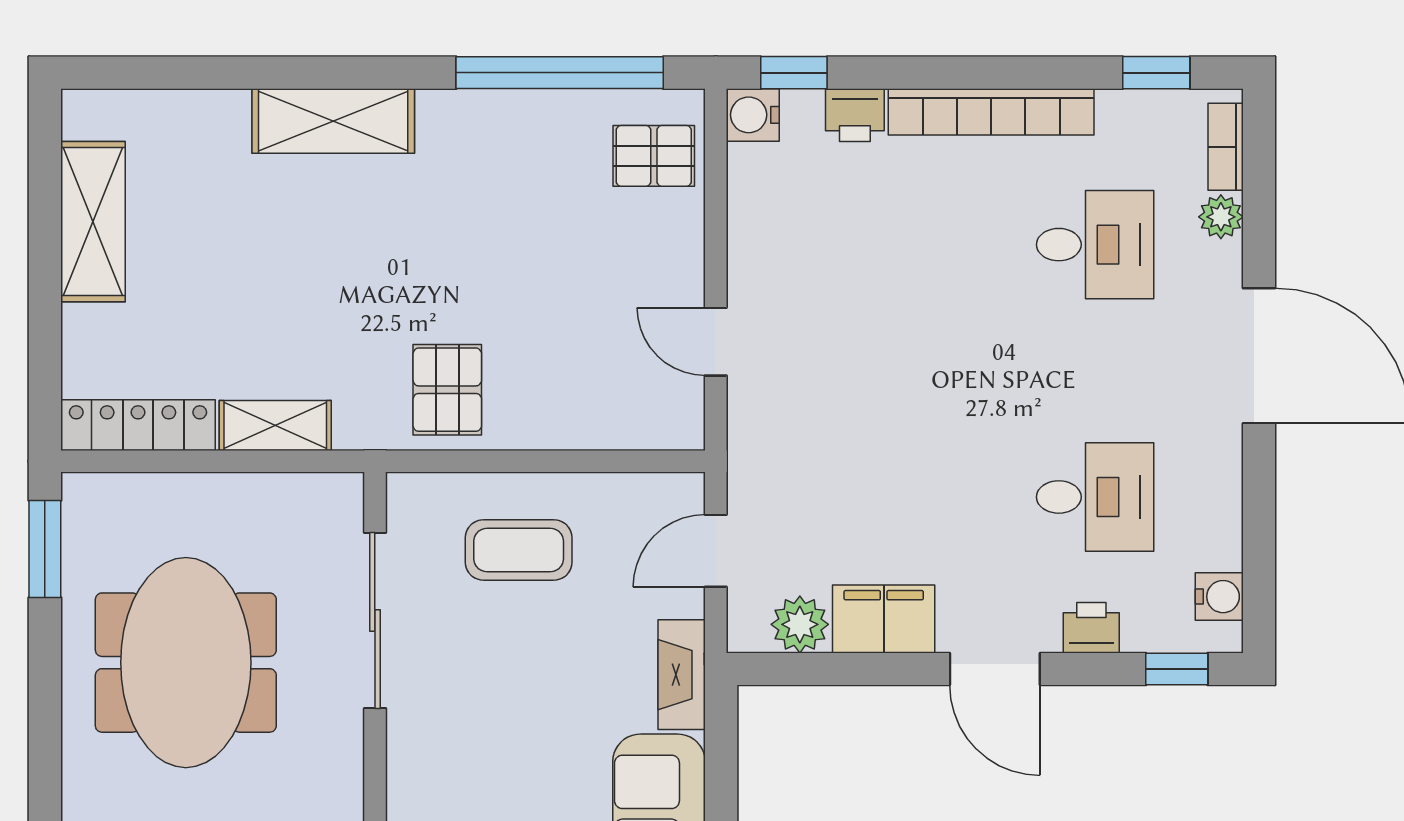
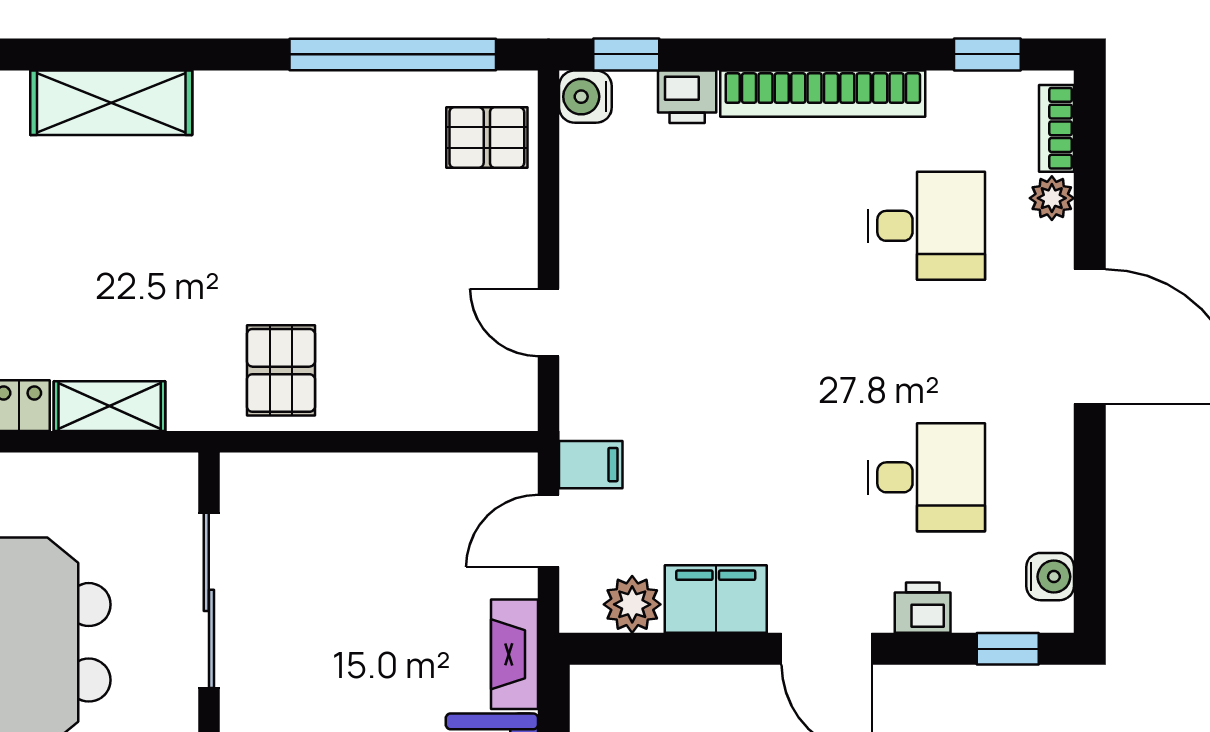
shelving: (333, 121) -> (111, 103), moved
filing cabinet: (758, 484) -> (591, 465), added
coffee table: (519, 550) -> (352, 530), removed

